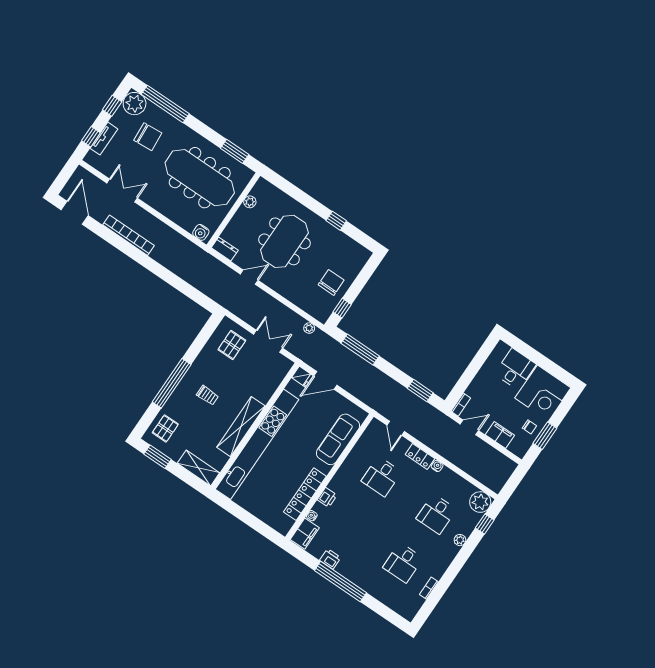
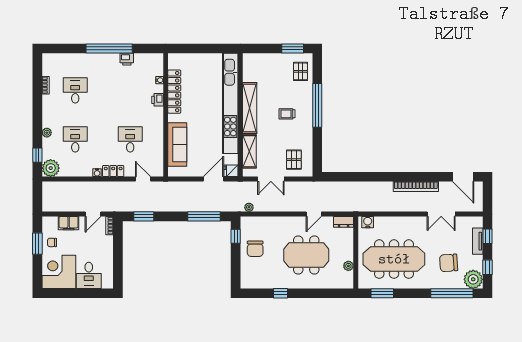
meeting table: (284, 241) -> (306, 255), turned 90
shelving: (198, 468) -> (249, 151), moved, turned 90
filing cabinet: (305, 534) -> (156, 65), removed

